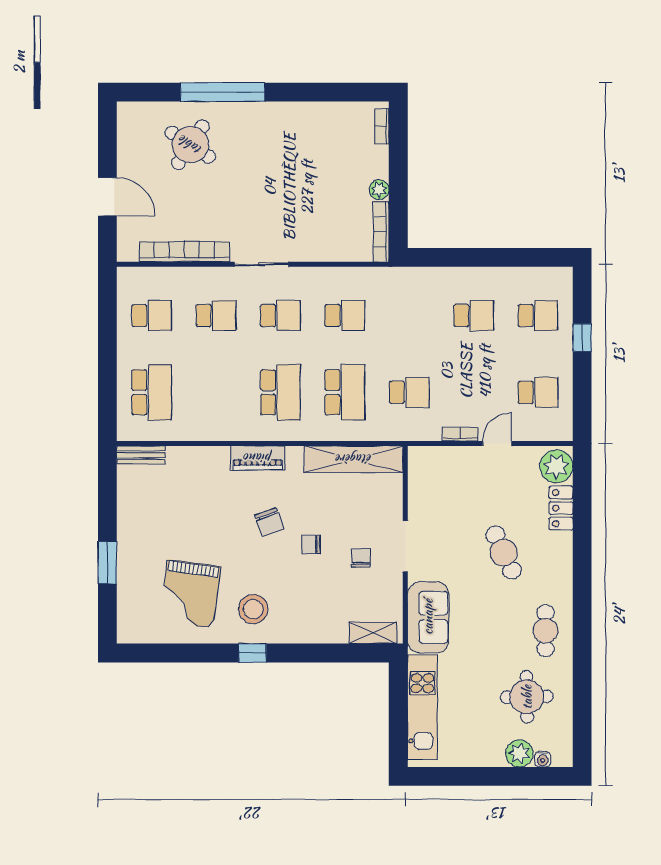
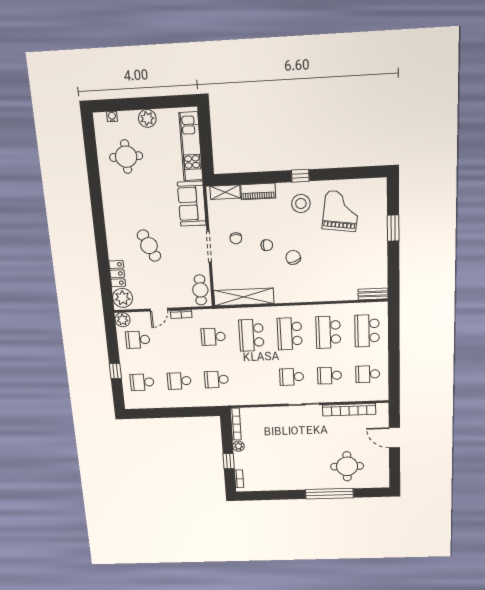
round table: (190, 145) -> (347, 466), turned -33
window: (398, 161) -> (229, 461), added
school desk: (345, 315) -> (216, 380), moved
school desk: (216, 392) -> (328, 332), added
plant: (560, 429) -> (123, 320), added
piano: (258, 458) -> (258, 191), moved, turned 180
cafe table: (546, 631) -> (200, 290), moved
plant: (519, 753) -> (147, 118), moved

